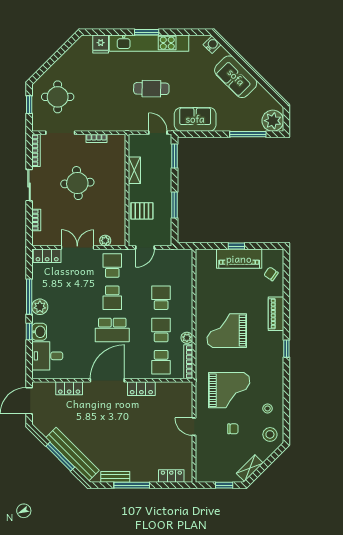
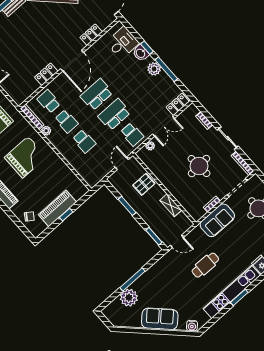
sofa: (195, 119) -> (217, 220), moved
plant: (273, 121) -> (129, 298), moved
window: (248, 134) -> (133, 279), moved
school desk: (112, 298) -> (114, 114), width x1.85

